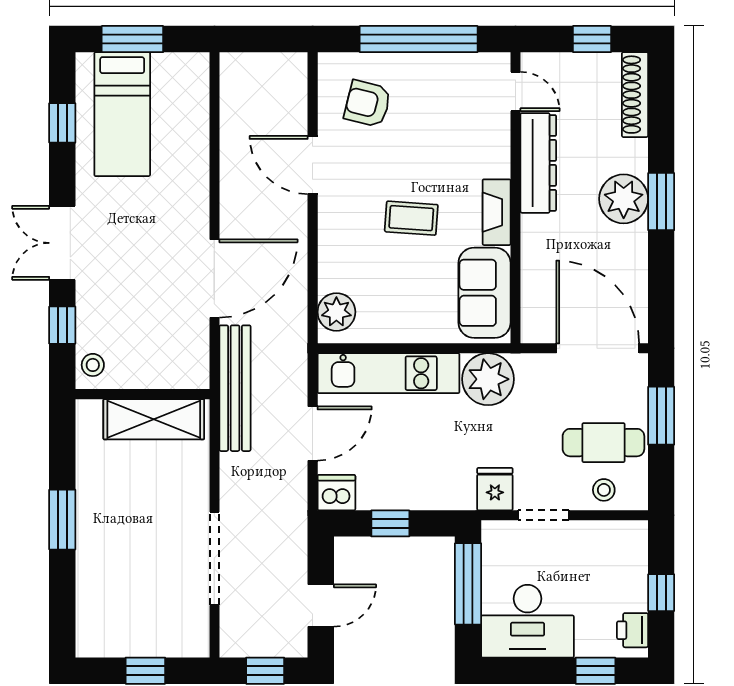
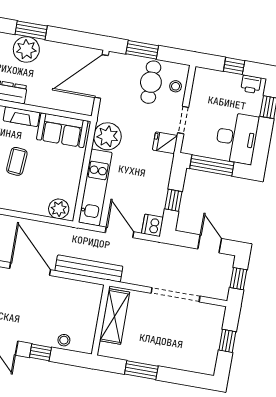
wall: (142, 394) -> (101, 320), moved
shelving: (154, 419) -> (115, 316), moved

